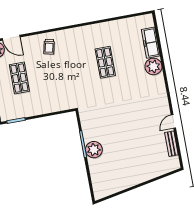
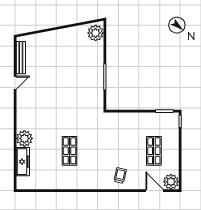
bench: (171, 144) -> (21, 58), width x1.36
plant: (94, 150) -> (96, 33), moved

